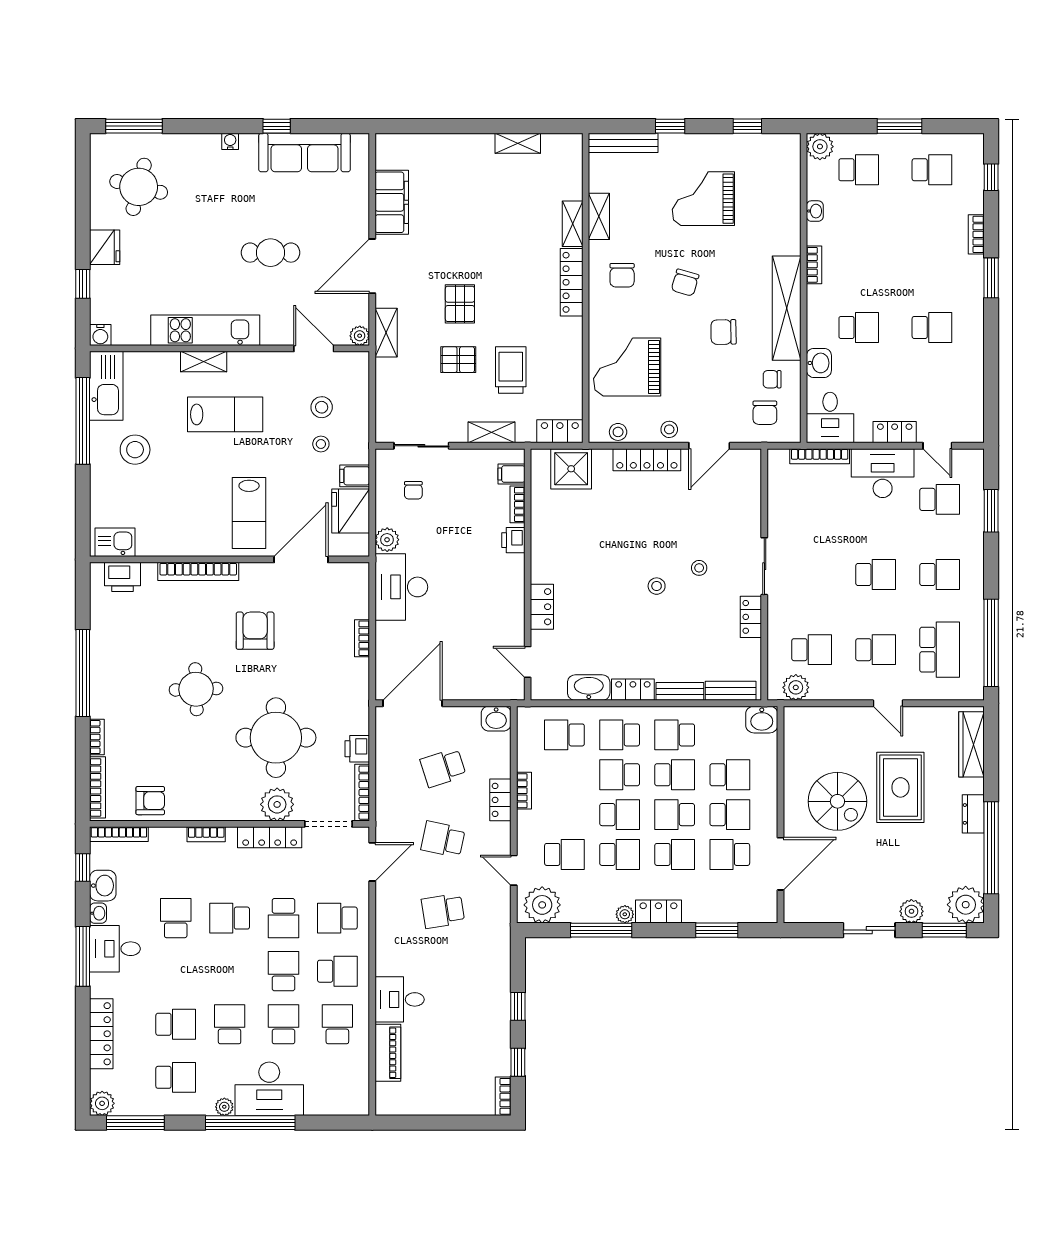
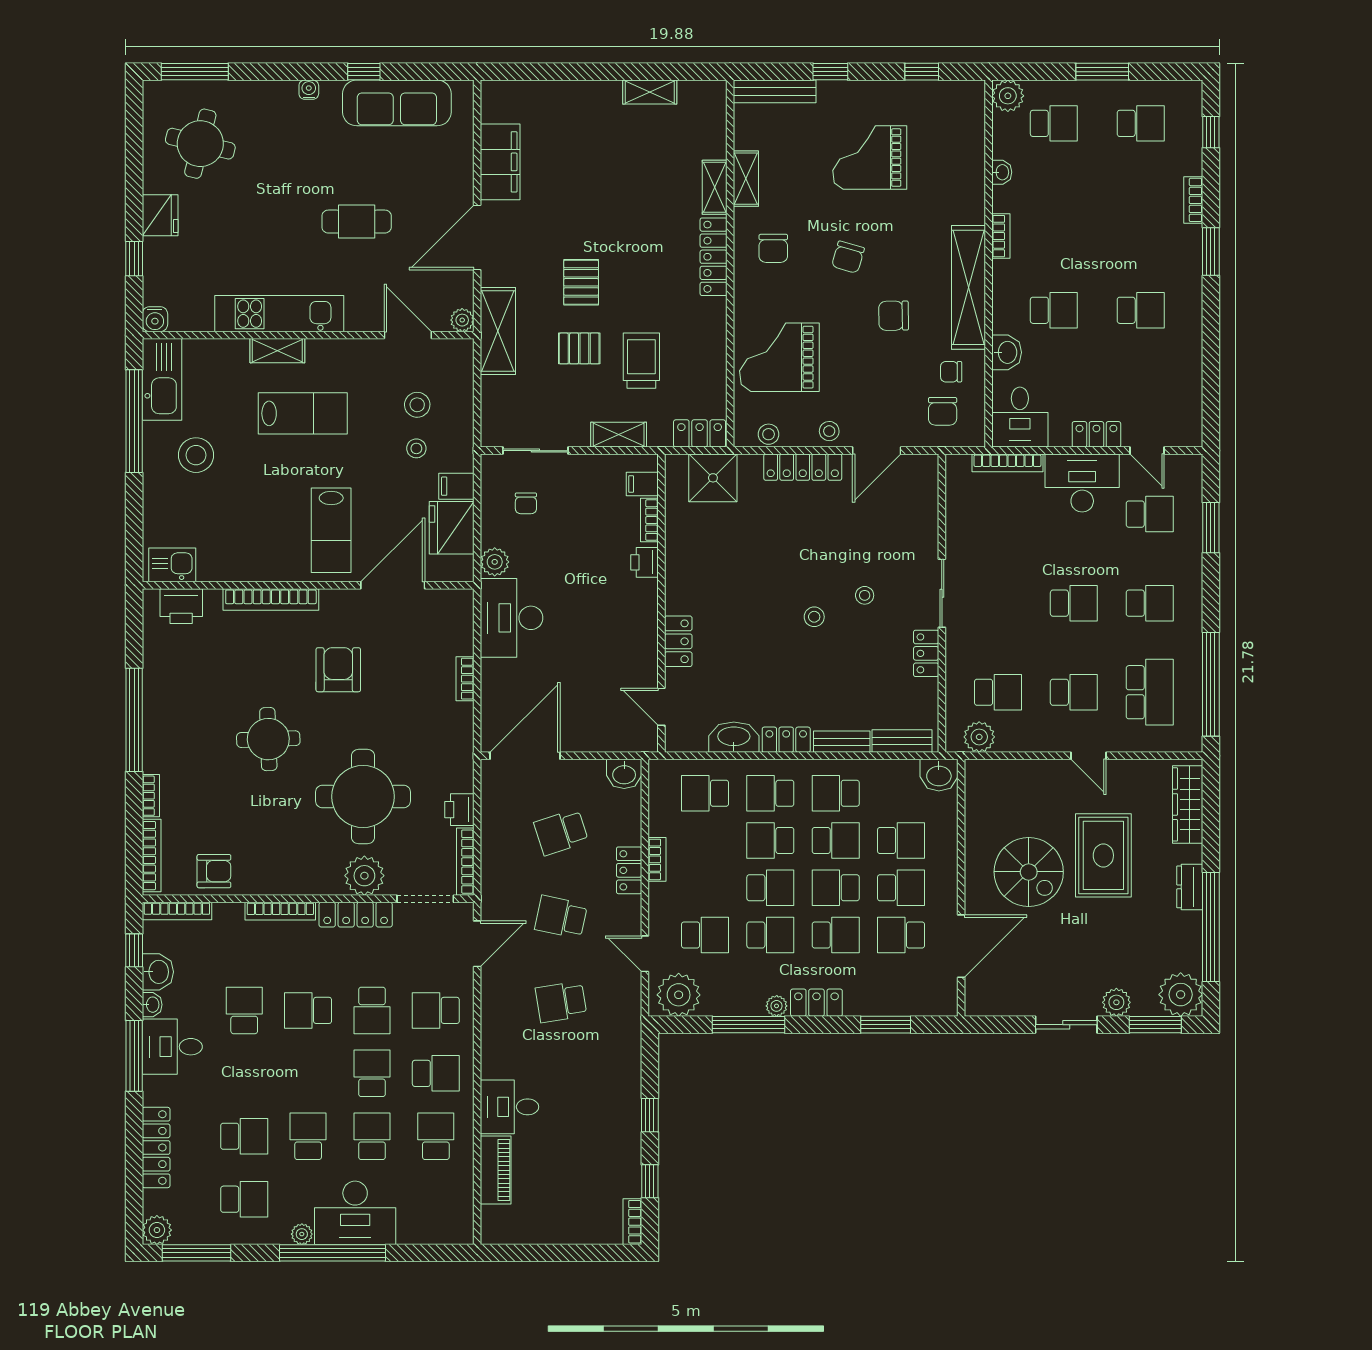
shelving: (386, 333) -> (498, 331), width x1.50, depth x1.33
bookcase: (206, 834) -> (280, 911), width x1.56

